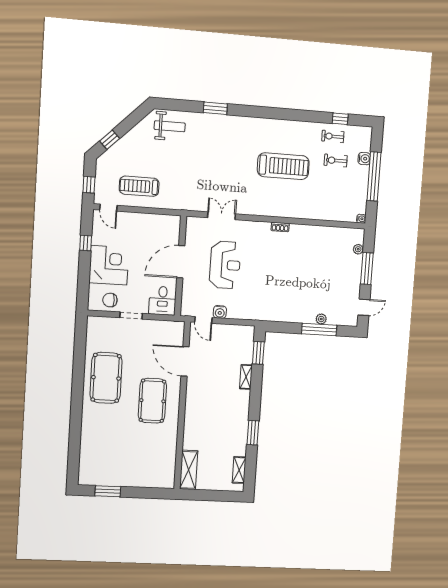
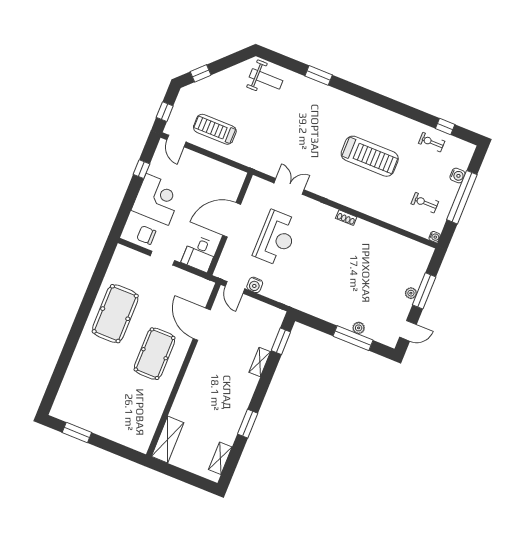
exercise bike: (336, 161) -> (425, 203), moved
plant: (358, 249) -> (411, 293), moved

